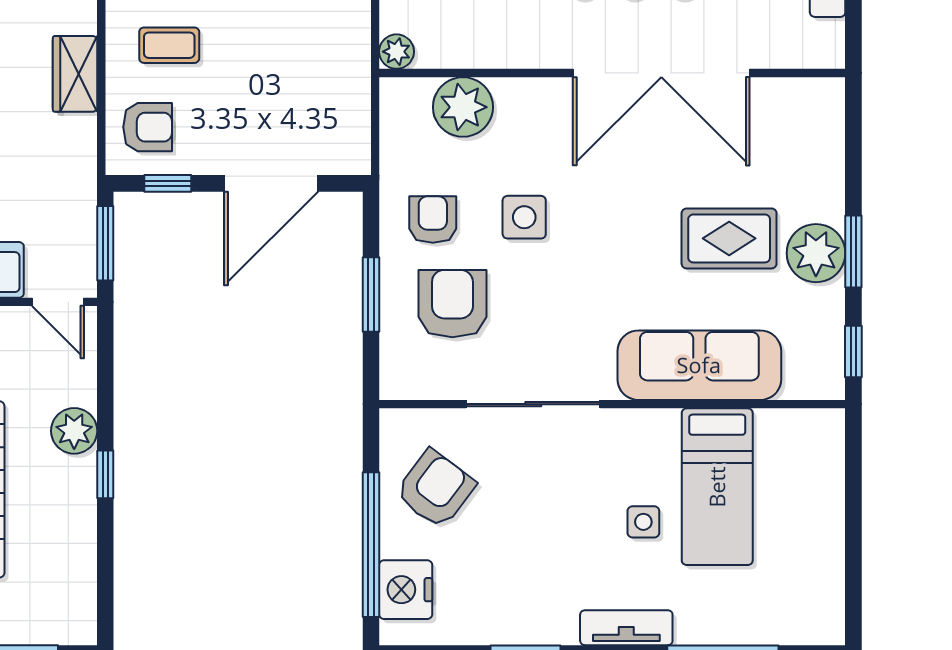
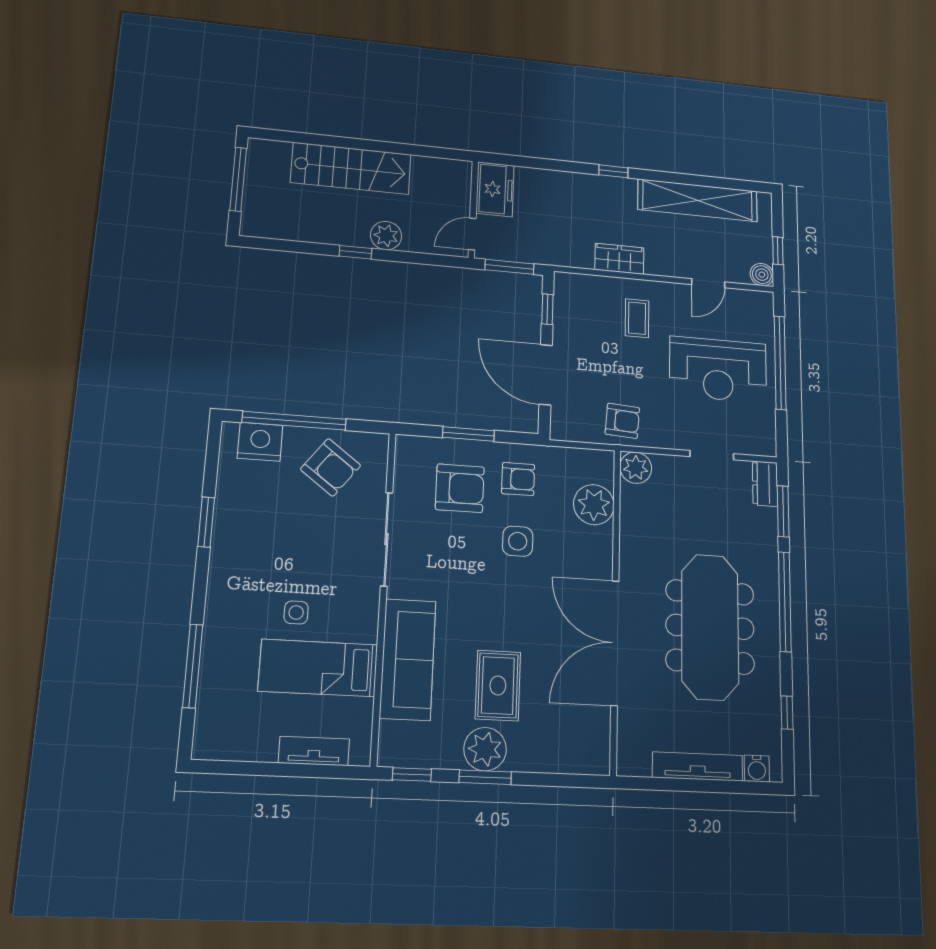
plant: (397, 52) -> (636, 468), width x1.38, depth x1.38
armchair: (148, 127) -> (622, 421), moved, turned -86
tv unit: (626, 628) -> (314, 751), moved, turned -90

